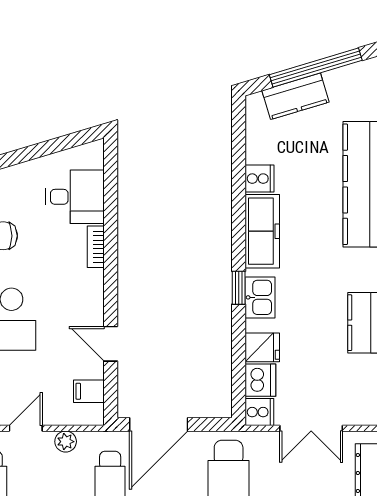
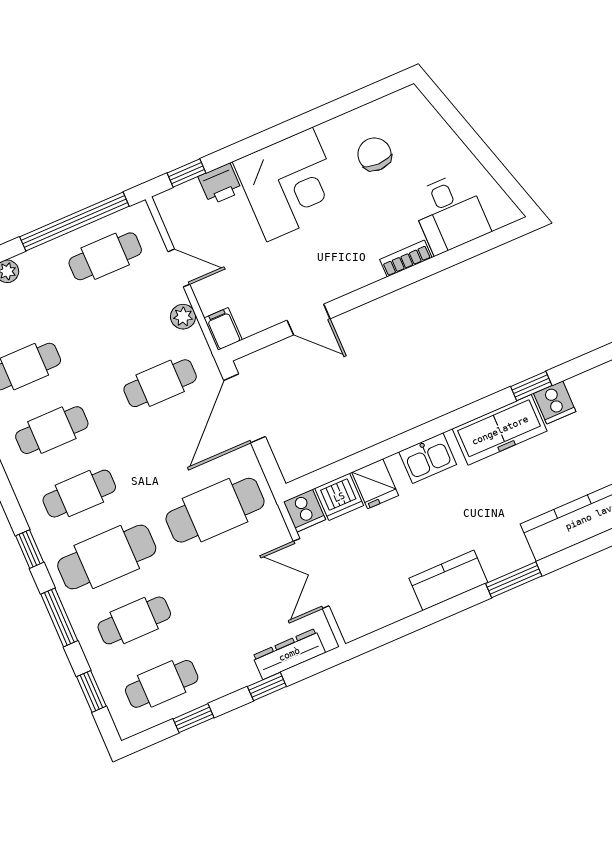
window: (239, 288) -> (531, 386), moved
door: (111, 344) -> (309, 320), swing flipped
filing cabinet: (89, 391) -> (223, 329), moved
door: (159, 424) -> (245, 408), hinge flipped

